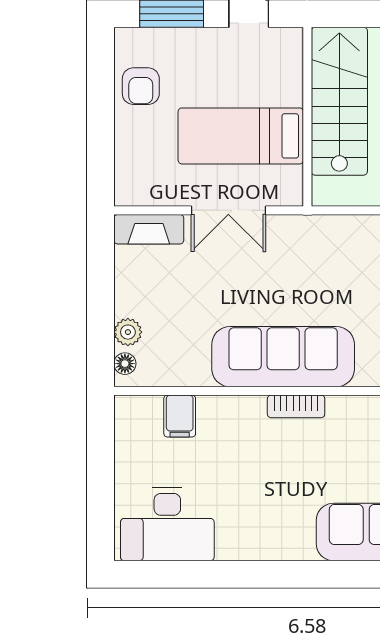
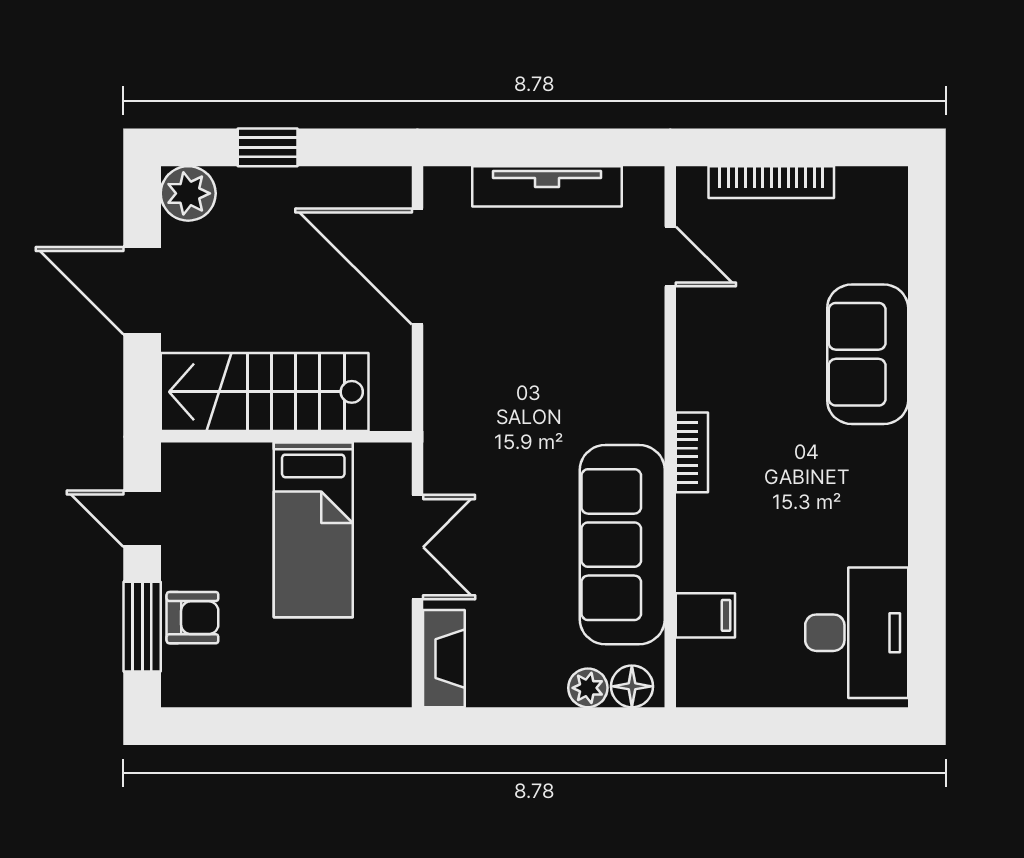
armchair: (141, 86) -> (192, 618), moved
sofa: (283, 357) -> (622, 545), moved
floor lamp: (125, 364) -> (632, 686), width x1.37, depth x1.37

